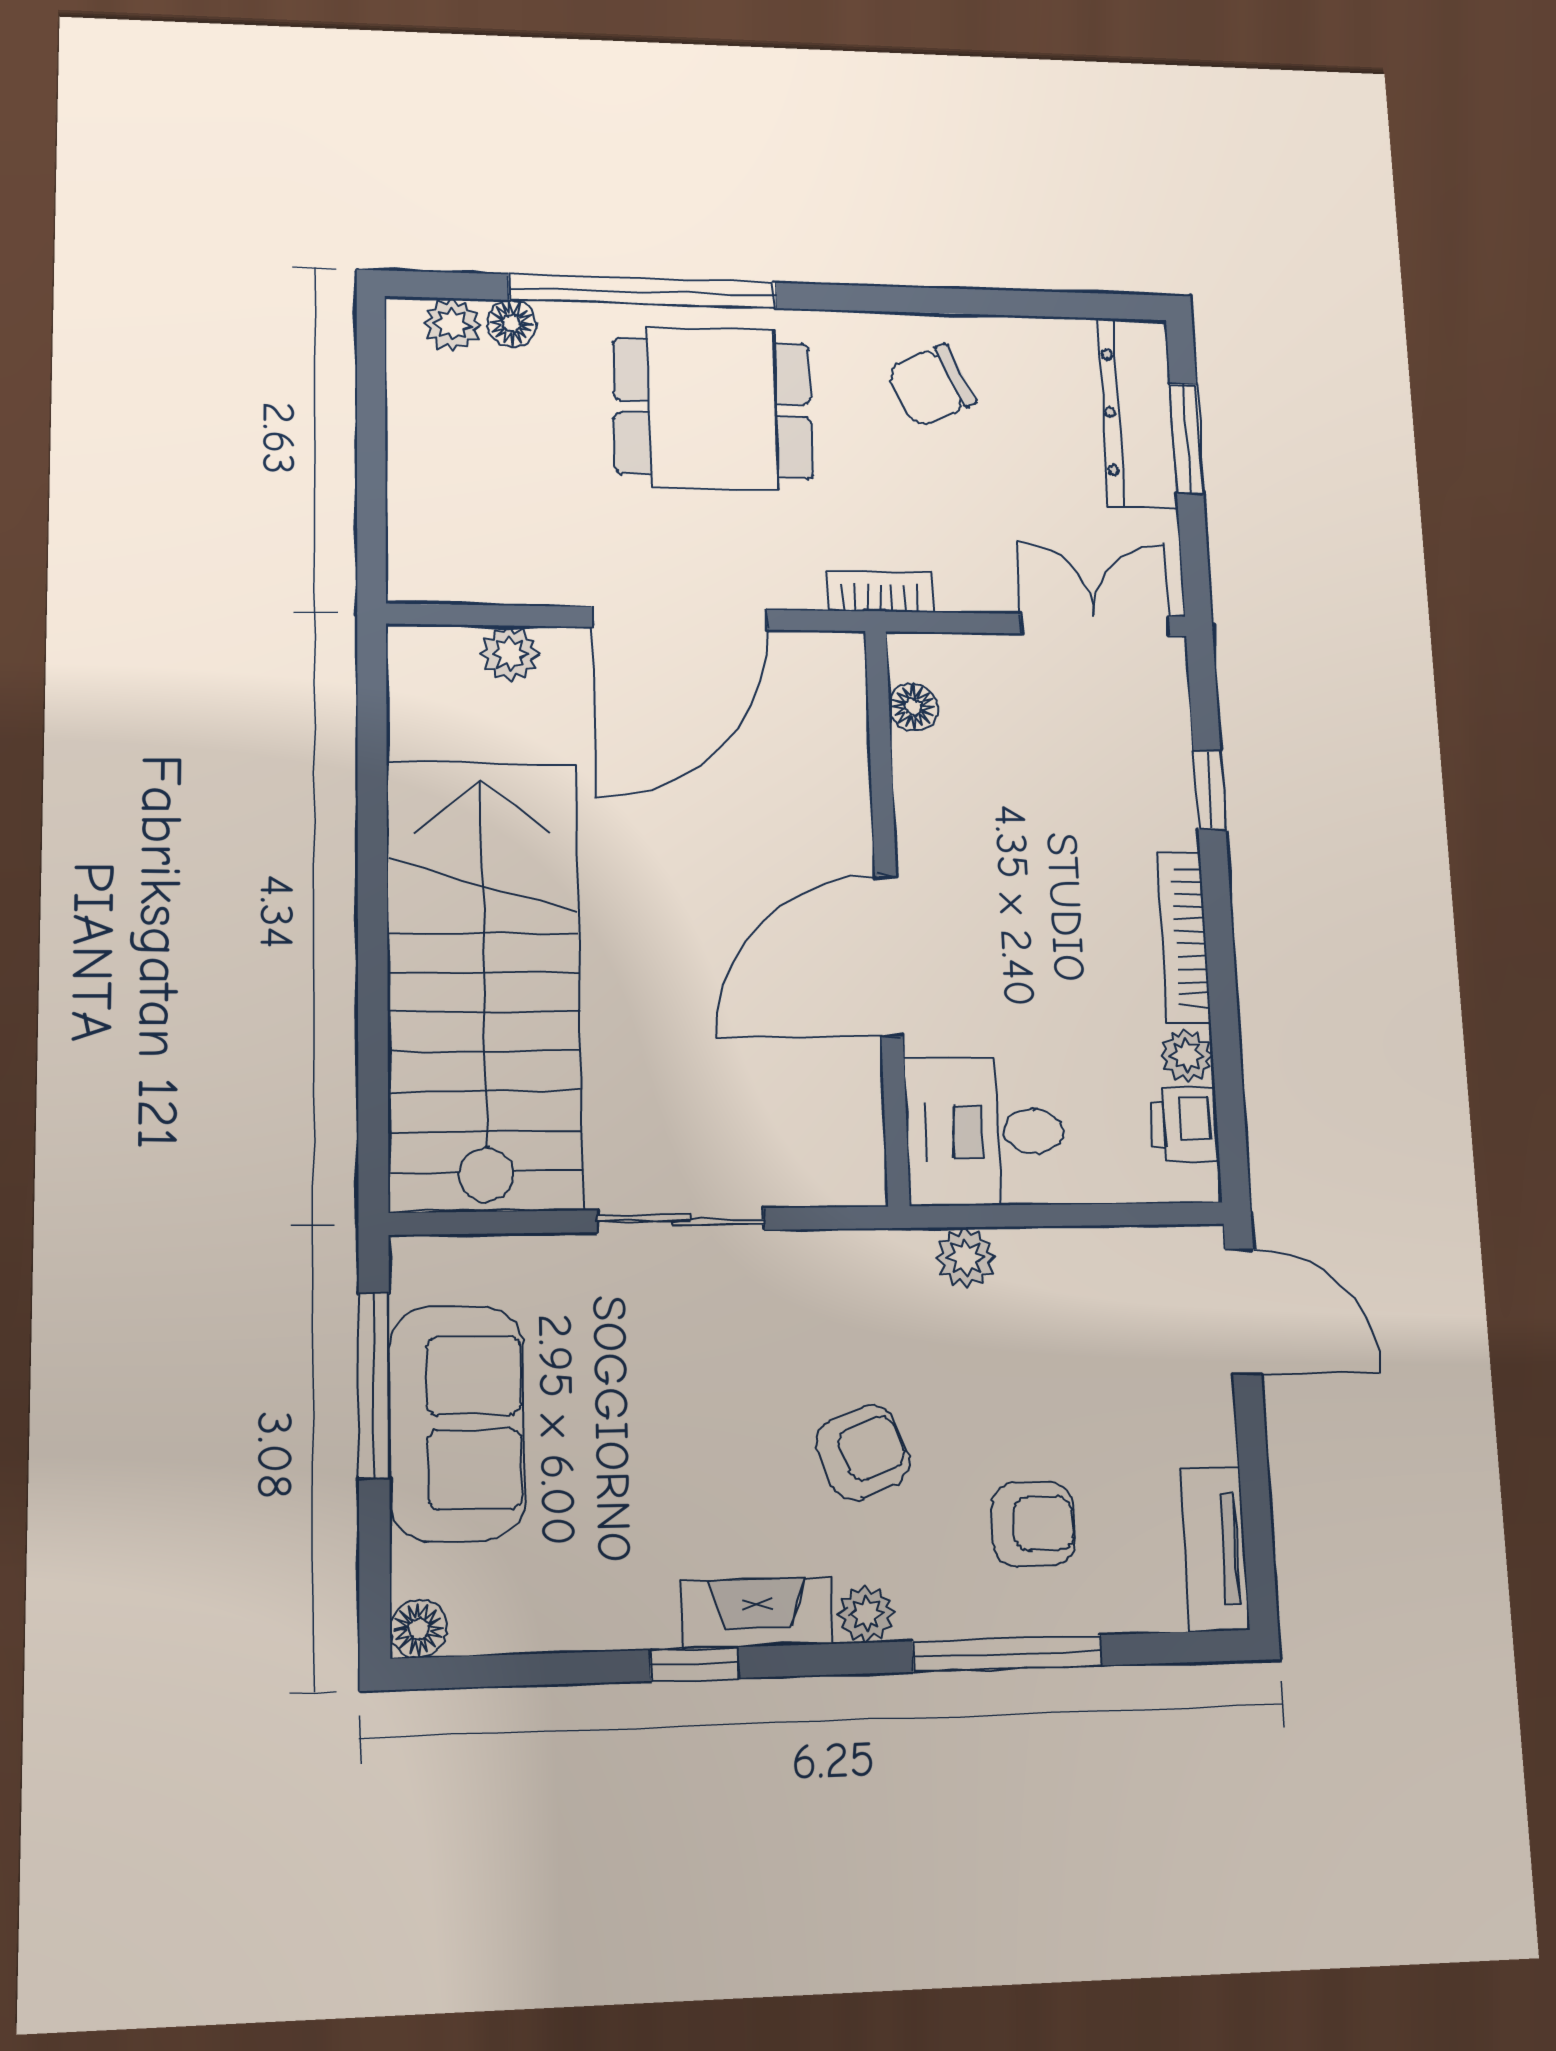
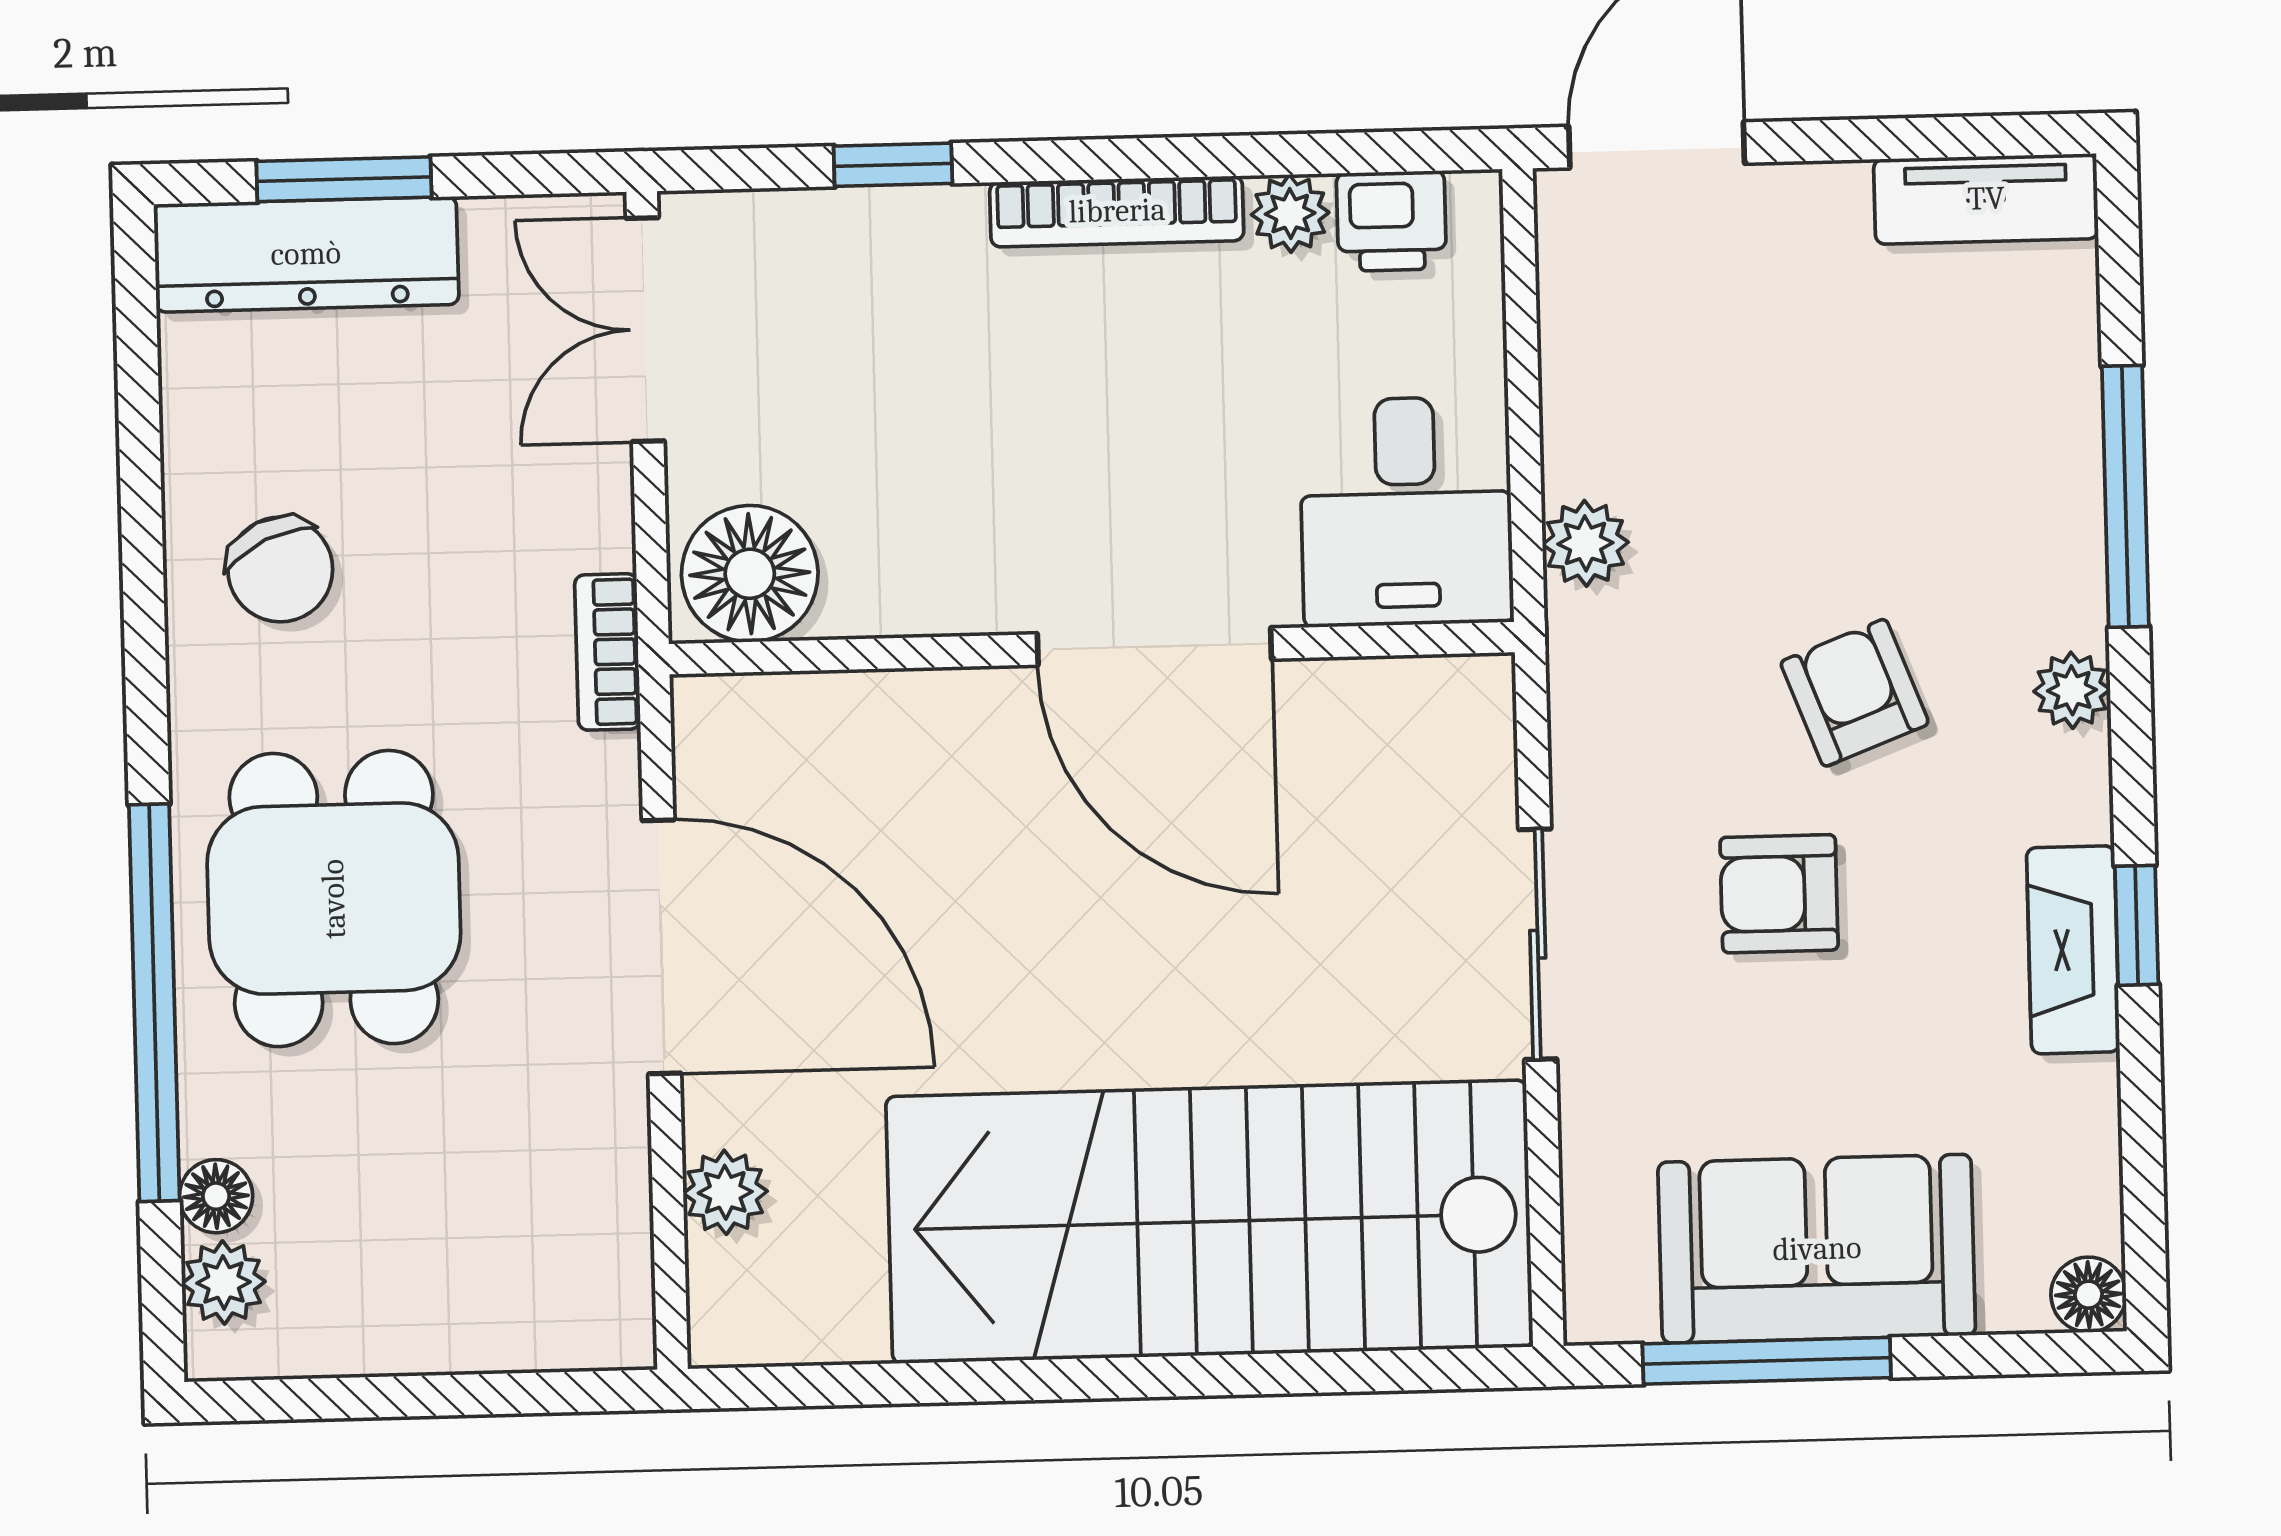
floor lamp: (913, 707) -> (750, 574), width x1.89, depth x1.89
armchair: (1034, 1524) -> (1779, 894), moved, turned -90
fireplace: (757, 1613) -> (2073, 950), moved

